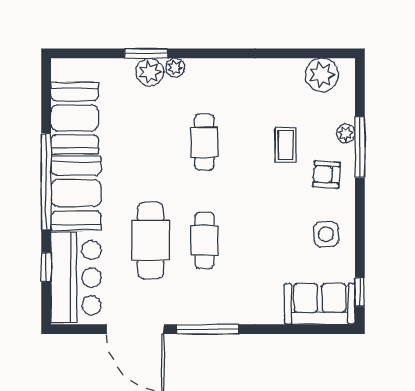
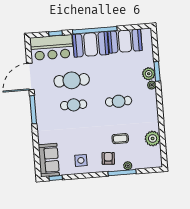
plant: (322, 75) -> (153, 139), moved

